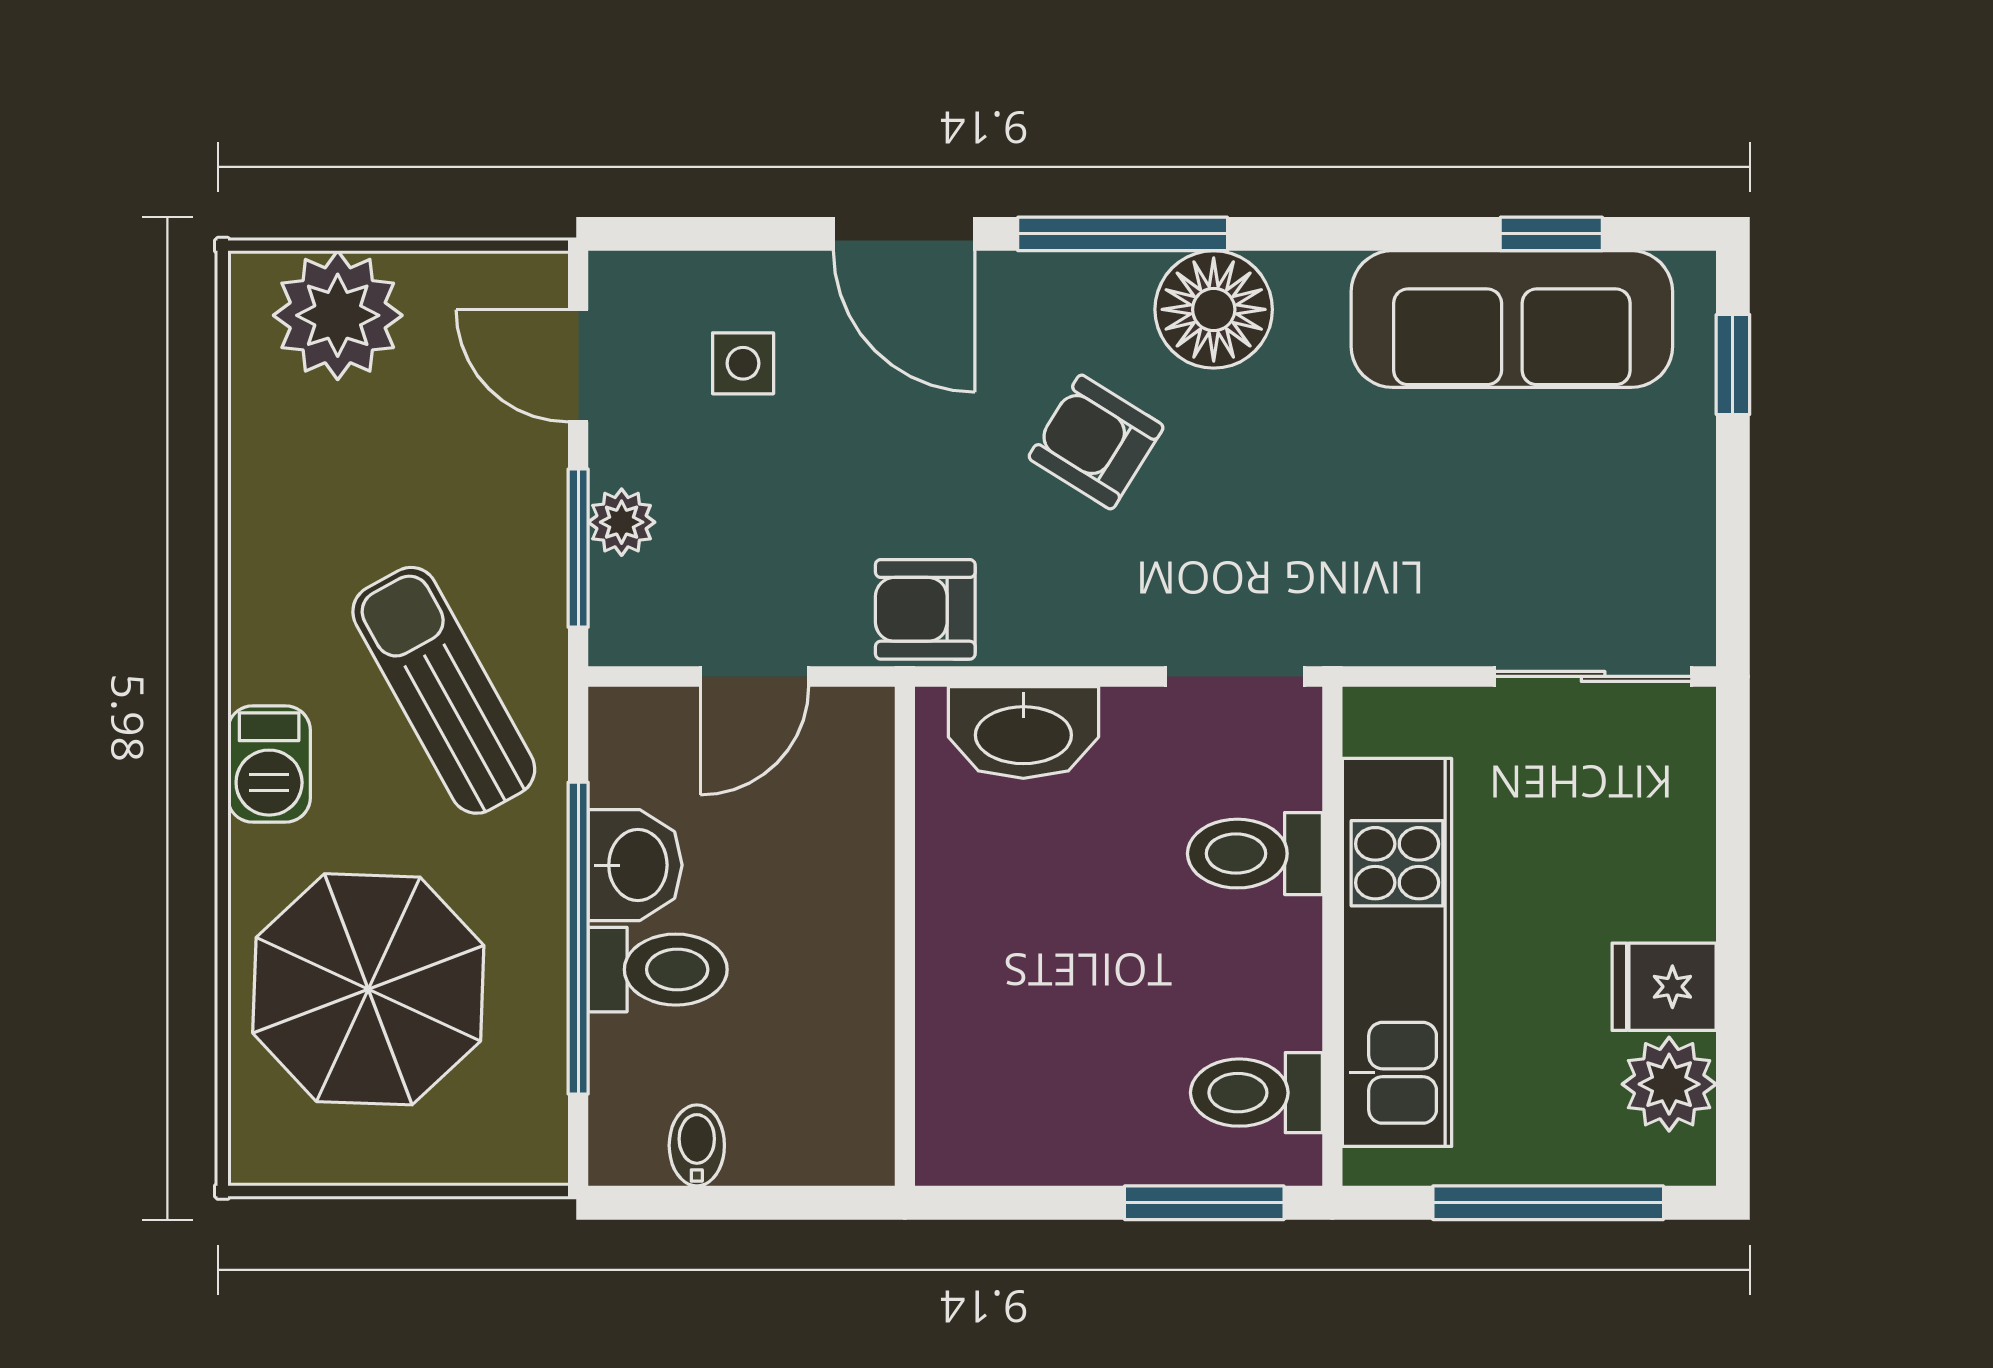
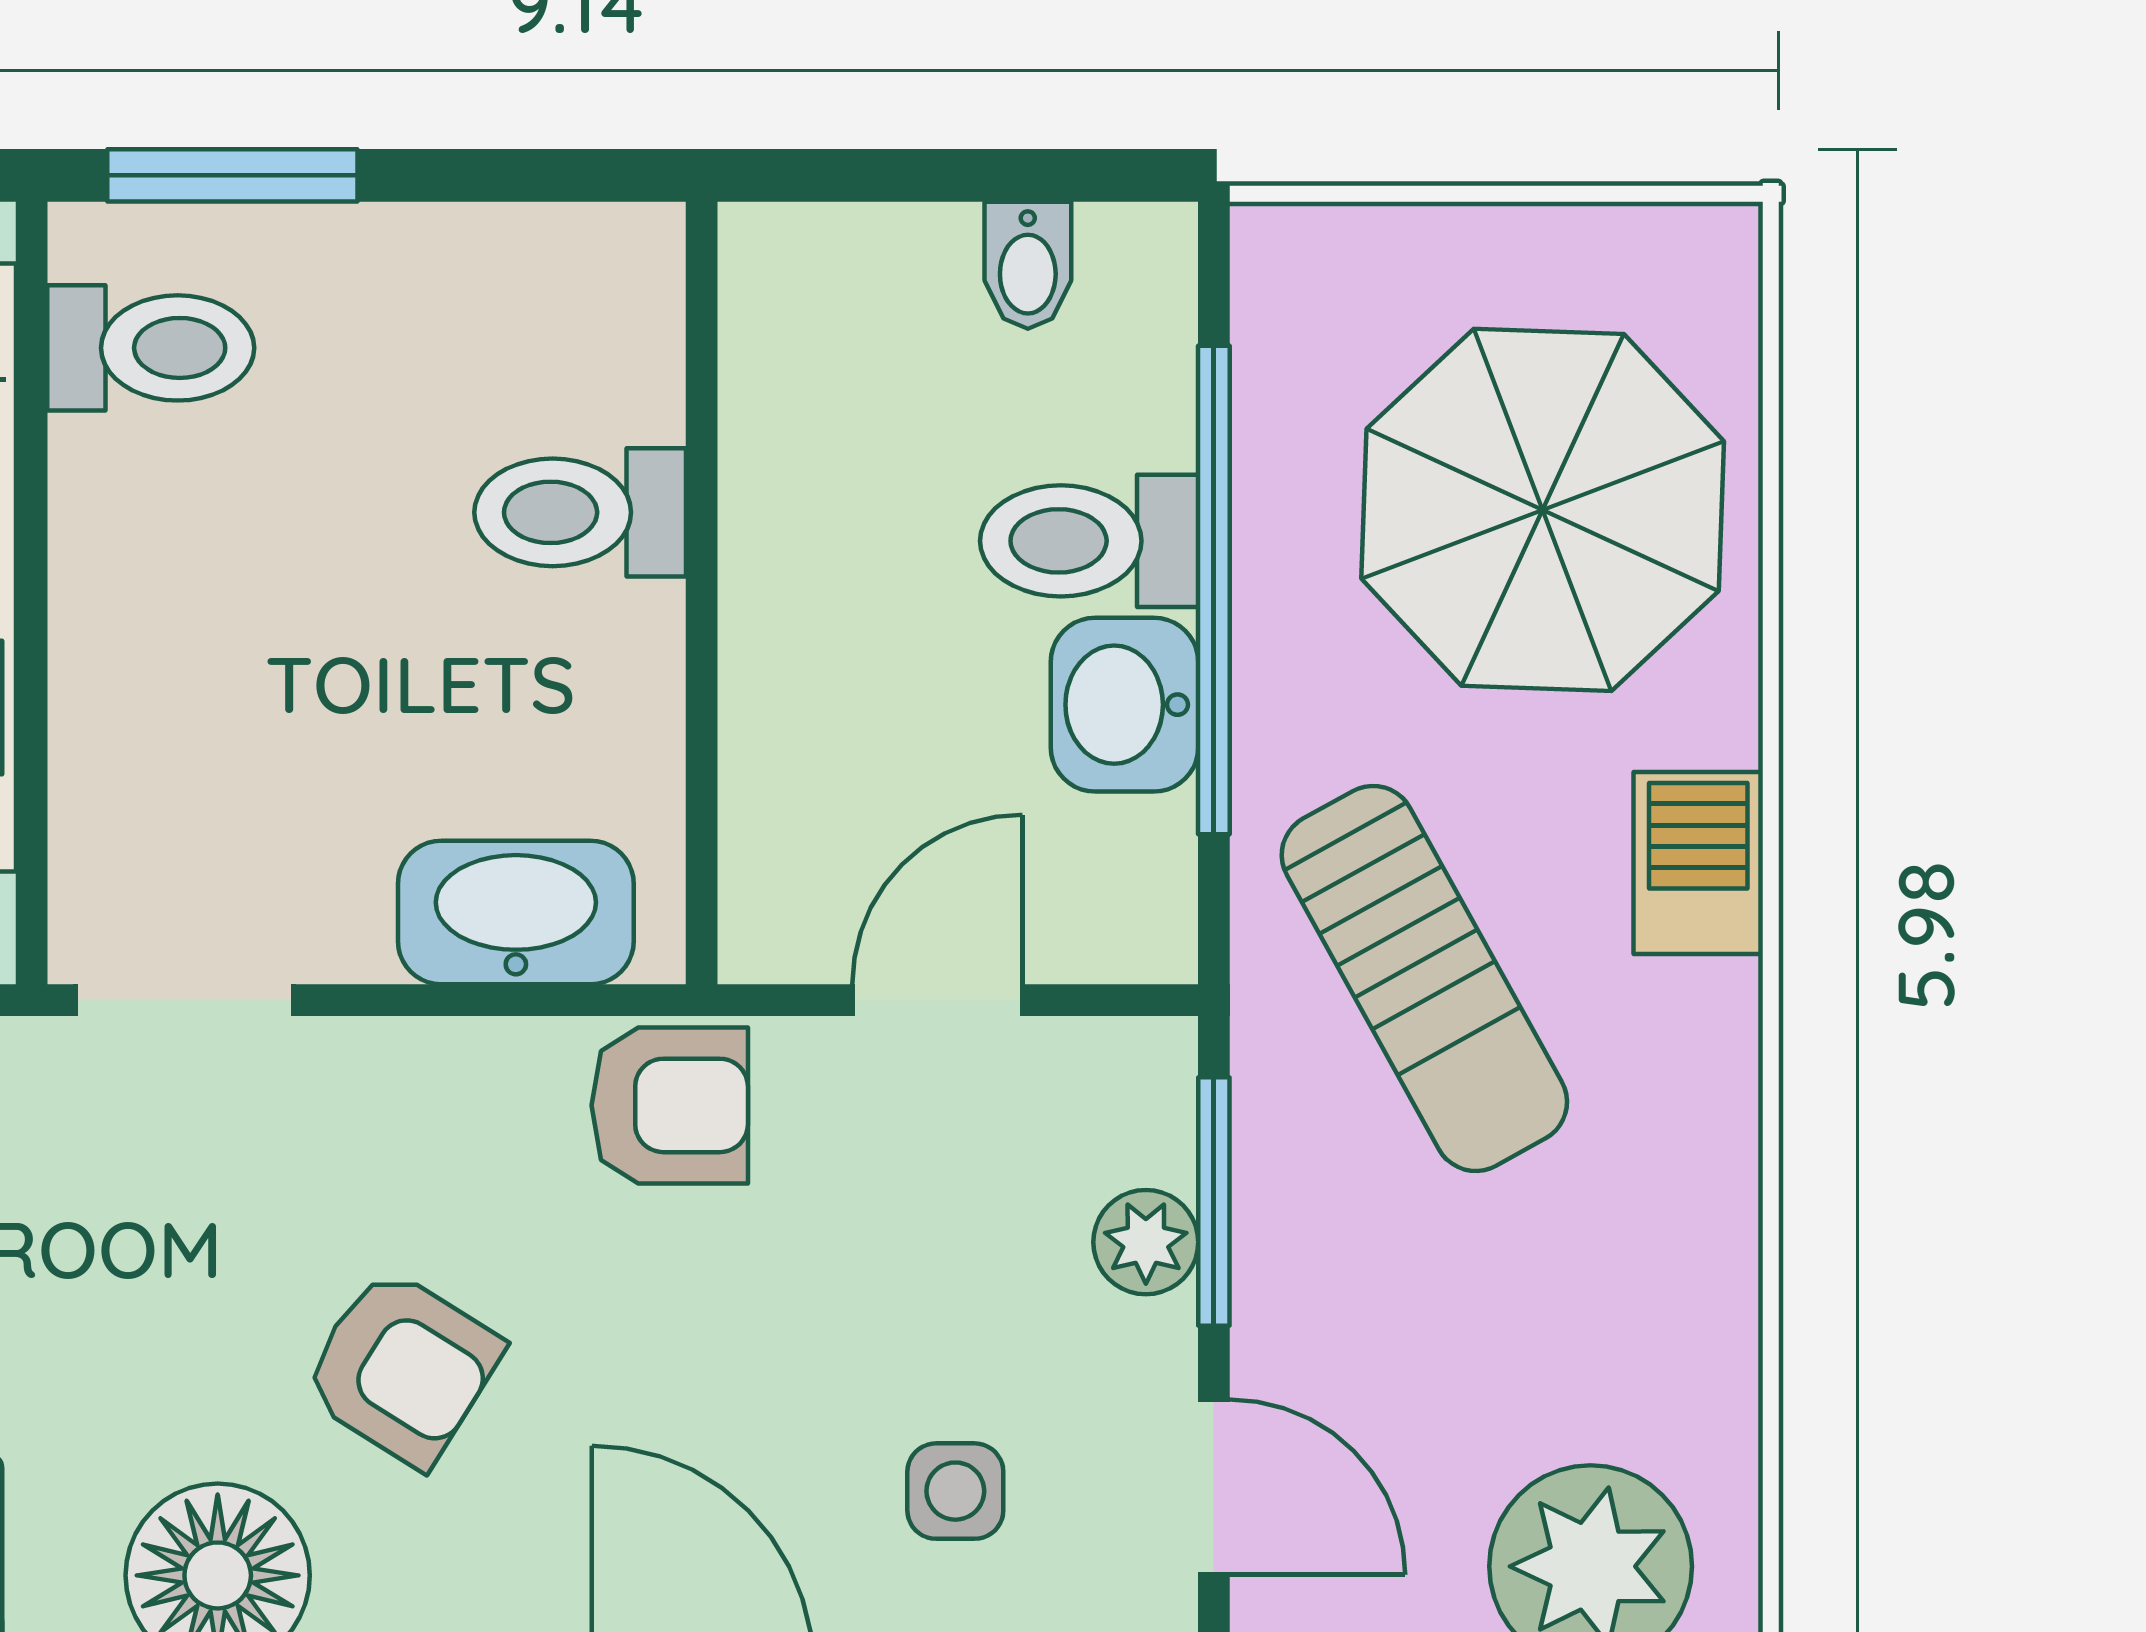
toilet: (1255, 854) -> (580, 512), moved, turned 180

